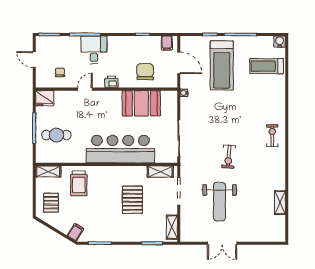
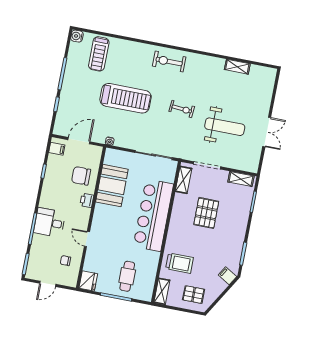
treadmill: (222, 65) -> (126, 98), moved
printer: (111, 82) -> (87, 200), moved
exercise bike: (272, 136) -> (169, 61), width x1.38, depth x1.39
pallet: (132, 200) -> (206, 213), turned 90

